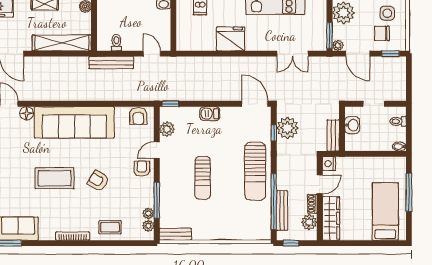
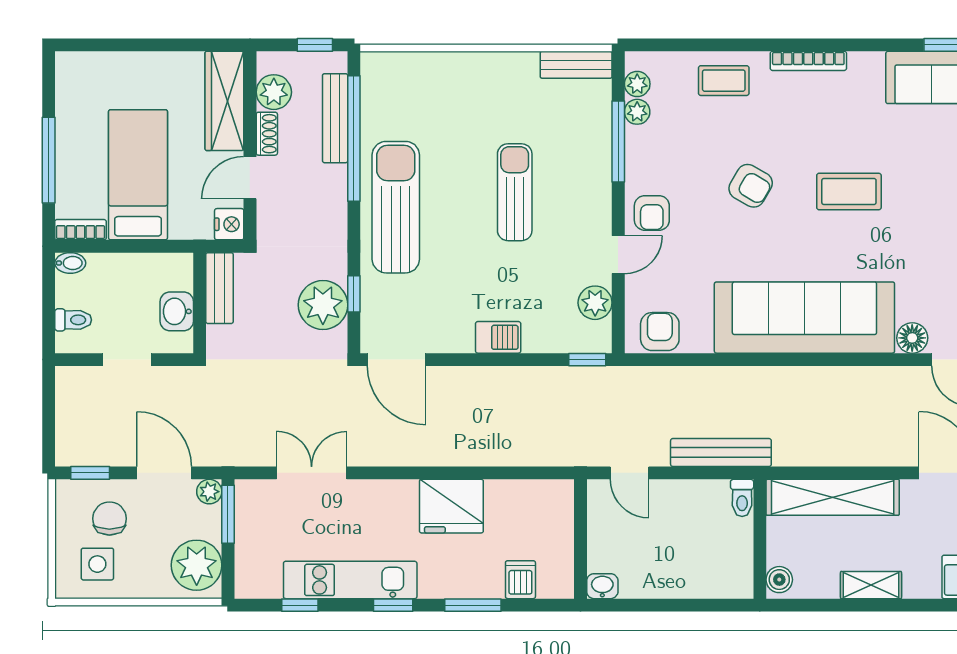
chair: (382, 33) -> (109, 519), turned -90
toilet: (116, 43) -> (742, 498), moved
bookcase: (395, 161) -> (80, 230), added
coffee table: (55, 178) -> (849, 191), width x0.73, depth x0.76
bed: (385, 211) -> (138, 175), moved, turned 180

